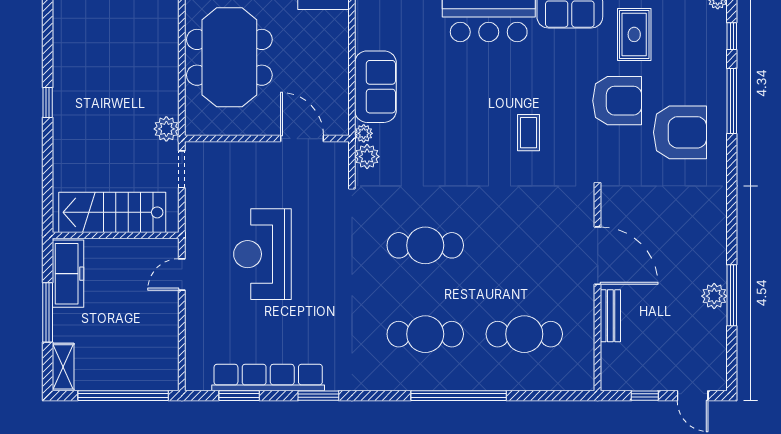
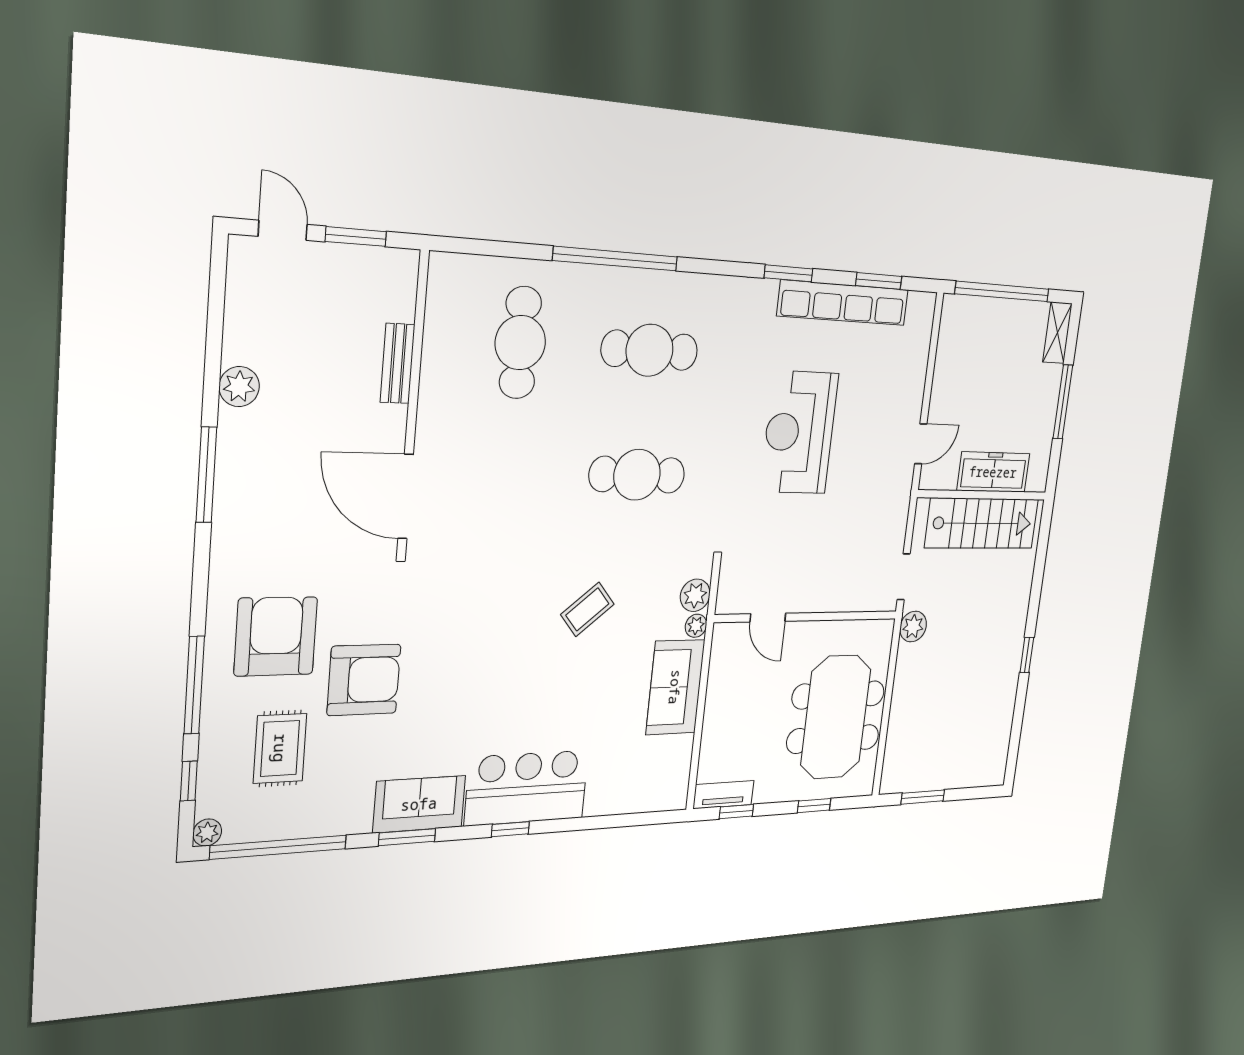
rug: (634, 34) -> (280, 748), moved
armchair: (617, 101) -> (364, 680), turned 180
armchair: (680, 132) -> (276, 636), turned 90
coffee table: (529, 133) -> (587, 609), moved, turned 50
door: (302, 139) -> (768, 618), width x0.73
reception desk: (262, 254) -> (799, 433), moved, turned 180
door: (598, 256) -> (406, 497), moved
freezer: (68, 274) -> (993, 472), moved, turned 90
window: (732, 295) -> (206, 475), moved
cafe table: (524, 334) -> (520, 343), turned 90
window: (645, 396) -> (356, 237), width x1.50

